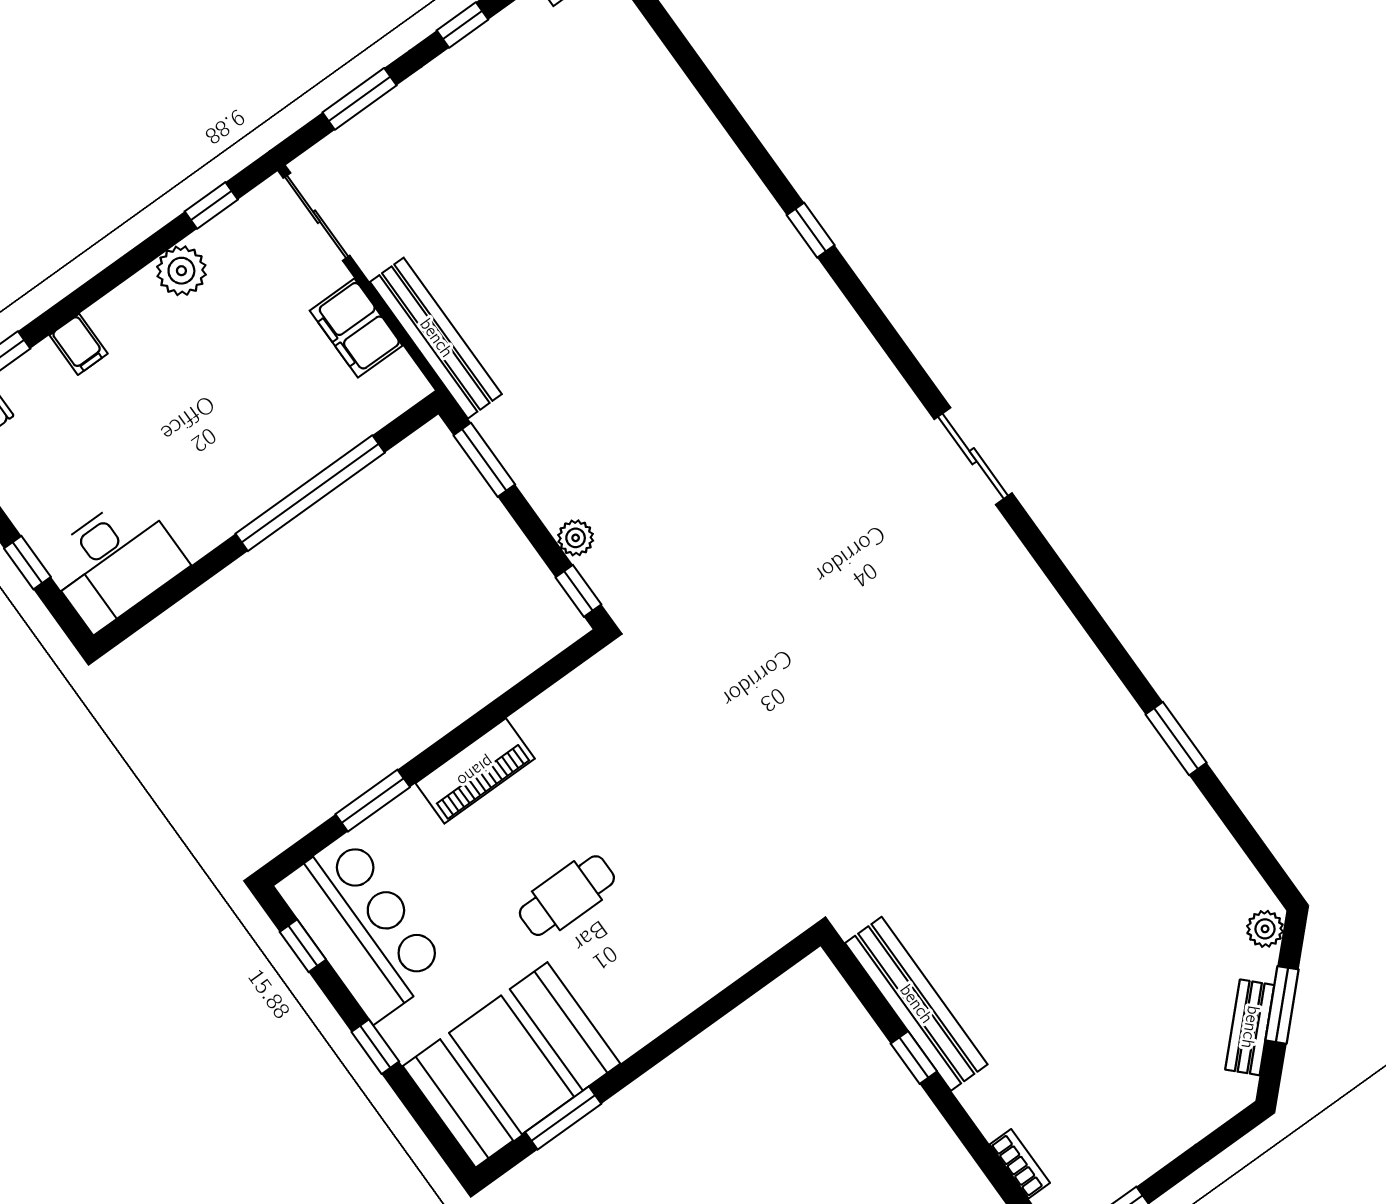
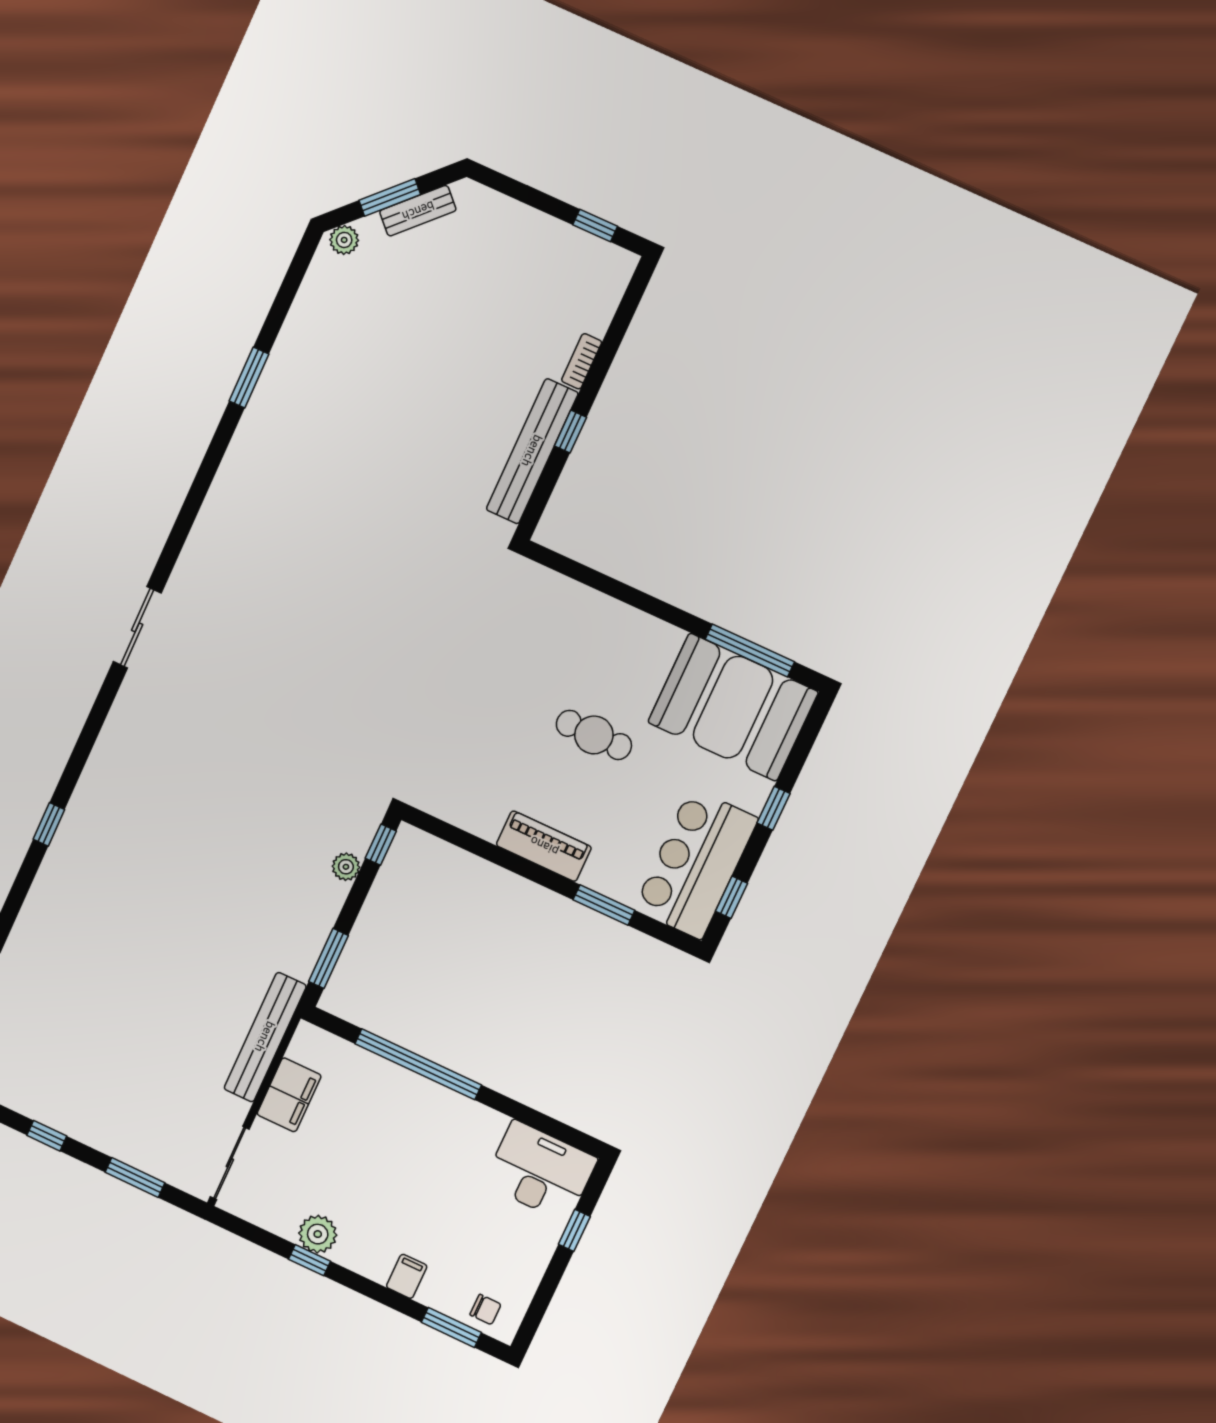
window: (211, 205) -> (309, 1260), moved
window: (563, 1118) -> (750, 650), width x1.44
bookcase: (1020, 1164) -> (582, 361), moved

